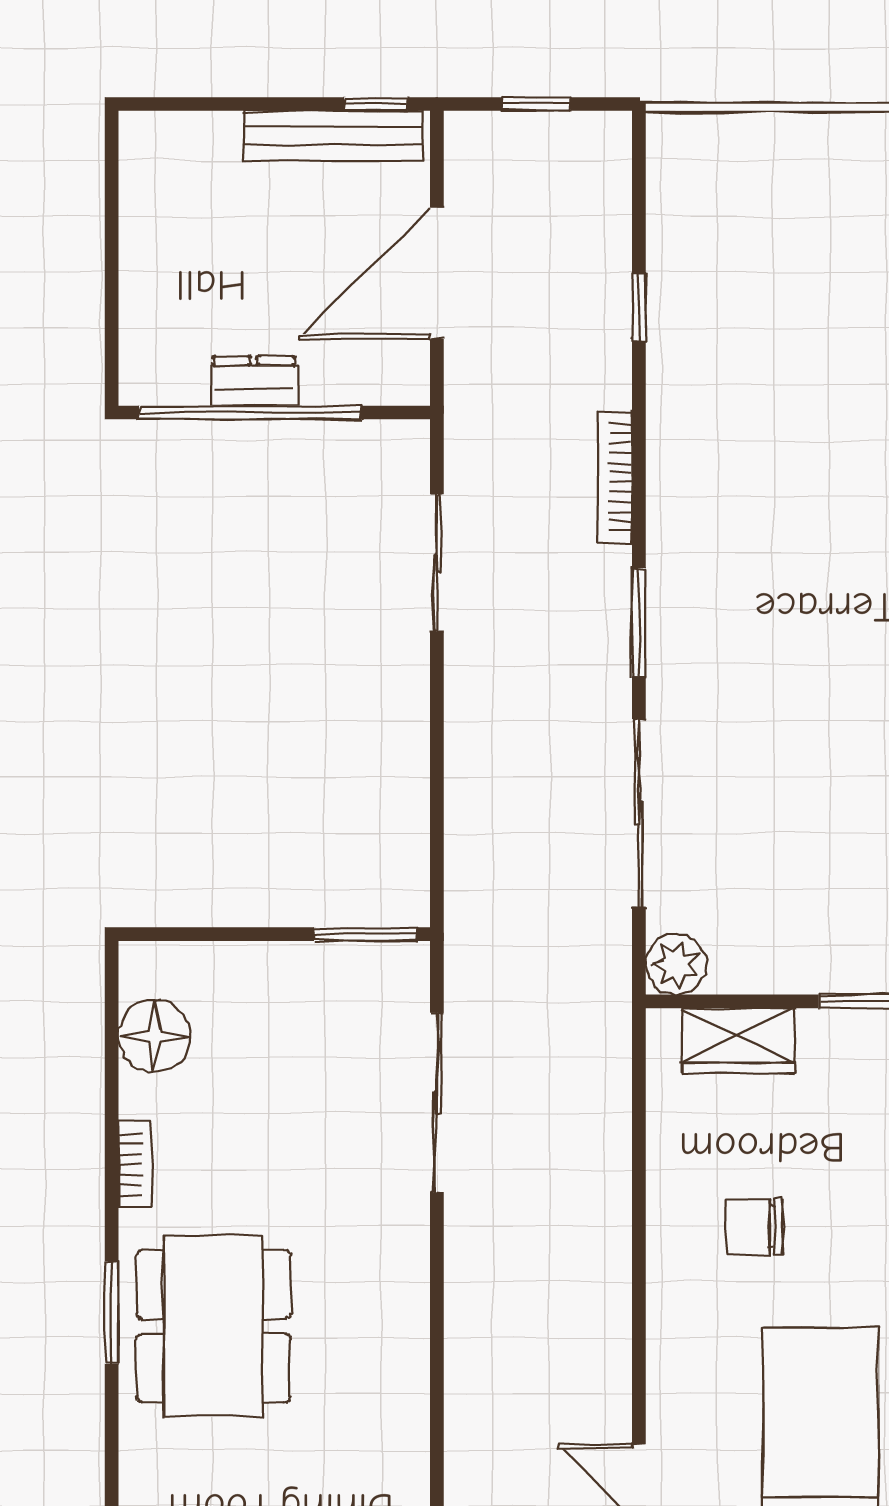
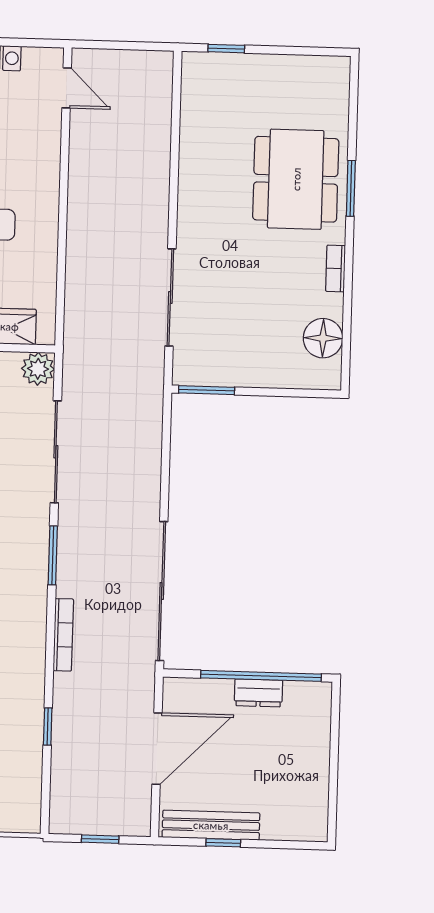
window: (376, 104) -> (223, 843), moved
sliding door: (437, 563) -> (162, 591), width x1.86

